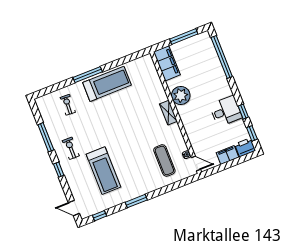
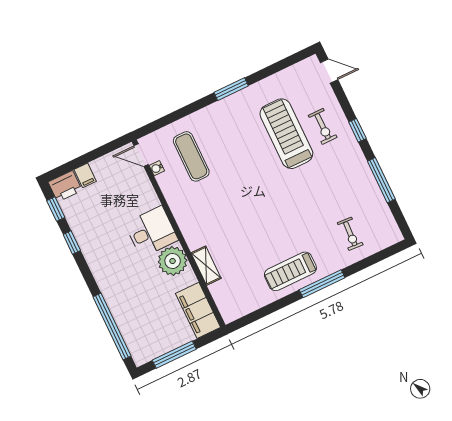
treadmill: (107, 84) -> (290, 271), width x0.73, depth x0.73
desk: (226, 111) -> (151, 232), moved, turned 180
shelving: (168, 113) -> (206, 266), moved
exercise bike: (71, 148) -> (323, 126), moved
filing cabinet: (227, 155) -> (85, 175), width x0.50
window: (99, 216) -> (288, 62), removed

